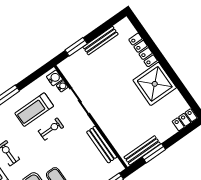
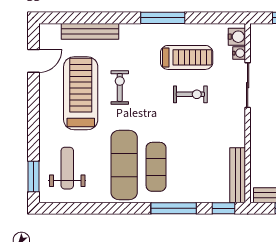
treadmill: (34, 110) -> (187, 57), turned 180
bench: (102, 145) -> (238, 175), moved

